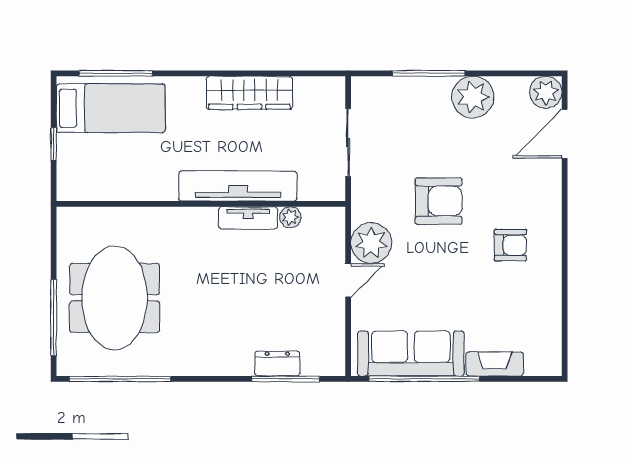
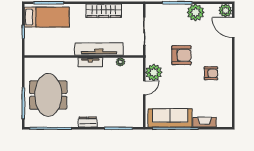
door: (565, 134) -> (233, 28), hinge flipped
tv unit: (248, 218) -> (90, 62), moved
dresser: (277, 364) -> (88, 122), moved

